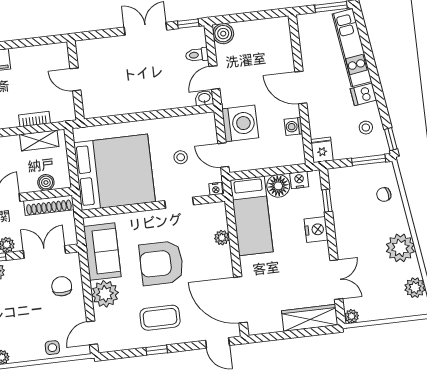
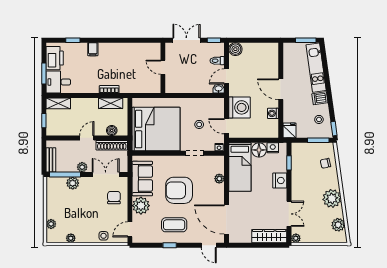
door: (75, 79) -> (163, 67), moved
wall: (76, 80) -> (163, 68), moved

